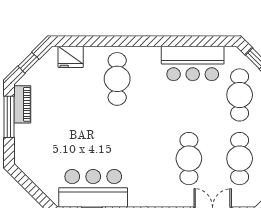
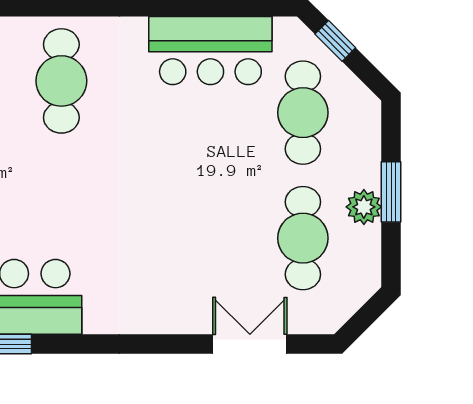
cafe table: (189, 159) -> (203, 238), removed

